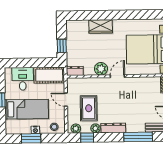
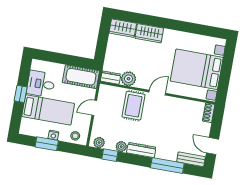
wardrobe: (77, 26) -> (123, 28), added
window: (62, 46) -> (101, 47), removed
plant: (101, 69) -> (128, 79), moved
desk: (23, 79) -> (41, 84), moved, turned -90
door: (66, 100) -> (94, 108), hinge flipped
rug: (89, 108) -> (133, 106), moved

